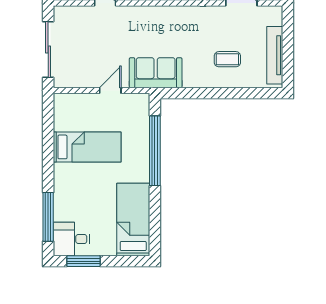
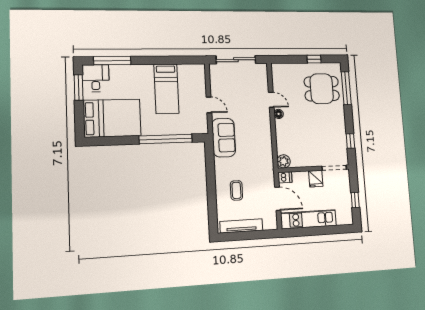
bed: (133, 219) -> (112, 118), width x1.50

